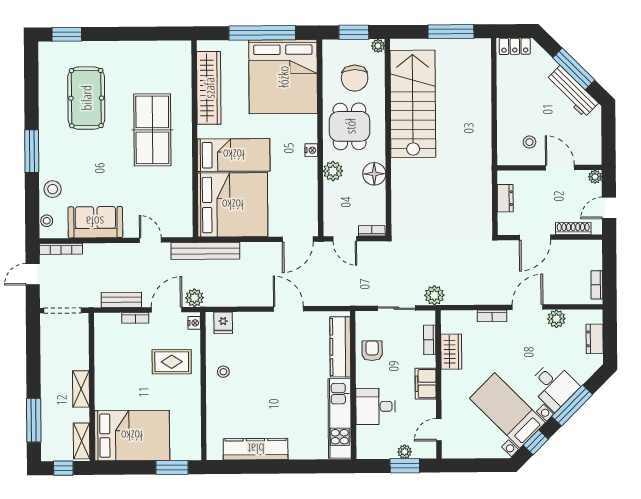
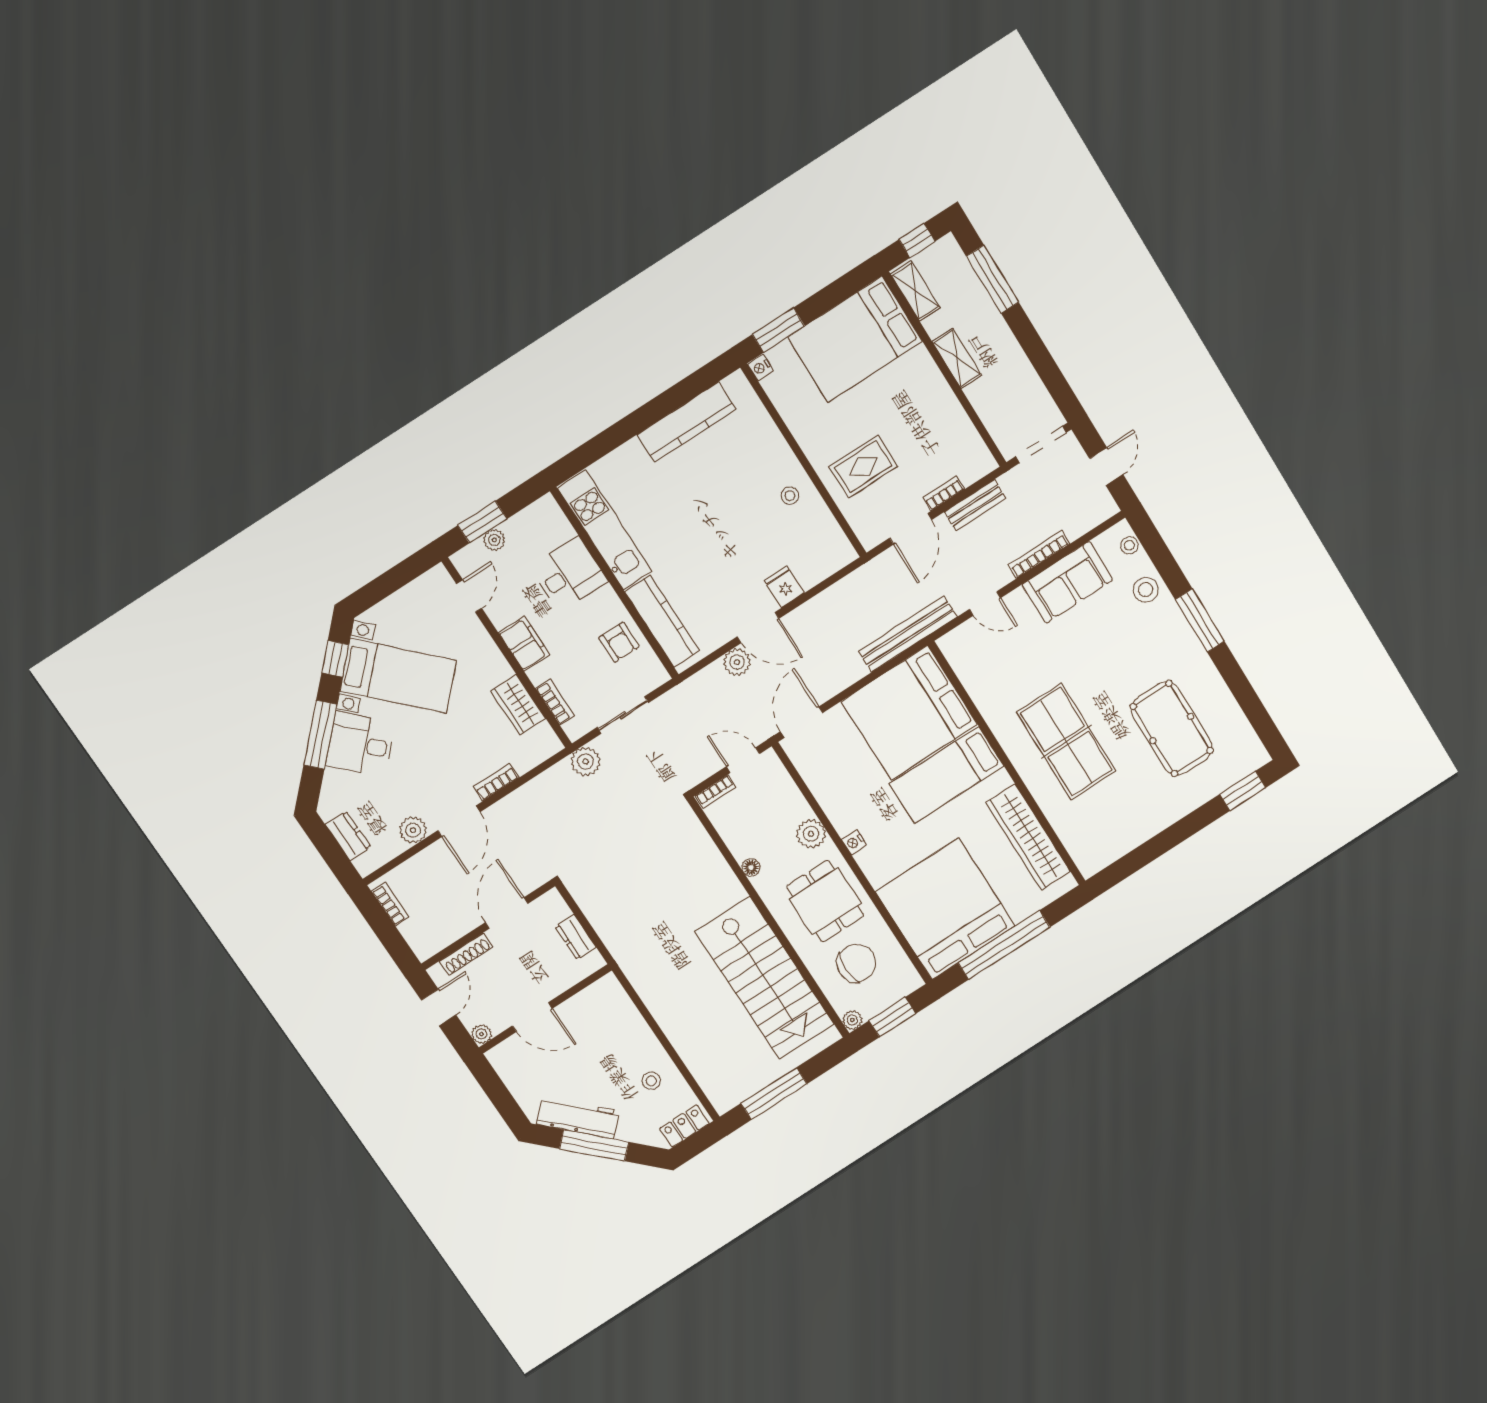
chair: (355, 78) -> (856, 963), turned 90
stool: (529, 142) -> (651, 1081), moved
floor lamp: (374, 174) -> (751, 867), width x0.53, depth x0.53
bookcase: (61, 249) -> (1039, 554), moved
plant: (194, 298) -> (737, 662), moved
nightstand: (194, 323) -> (760, 368), moved
fridge: (223, 323) -> (784, 587), moved

